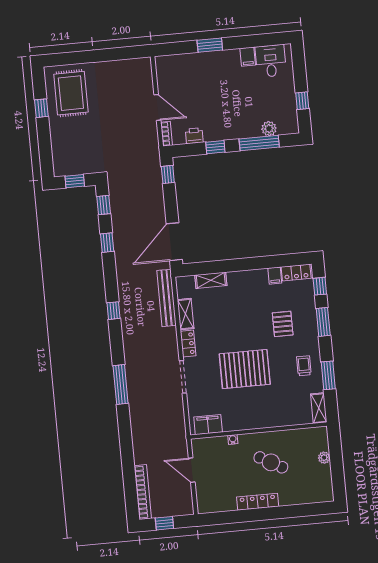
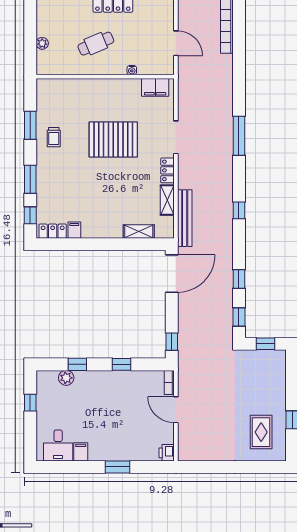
rug: (71, 93) -> (261, 432), width x0.73, depth x0.70
printer: (194, 136) -> (167, 453), moved, turned 90
window: (259, 143) -> (77, 364), width x0.46
pallet: (283, 324) -> (71, 181), removed
shelving: (319, 408) -> (43, 93), removed
cafe table: (271, 462) -> (96, 44), turned -52

